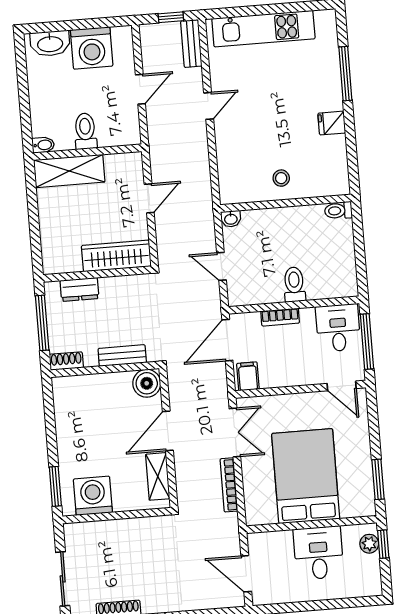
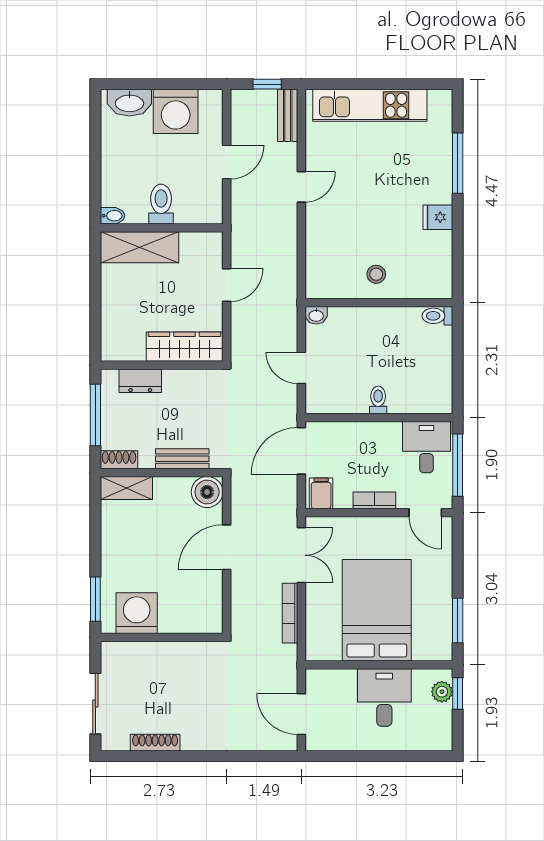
toilet: (294, 284) -> (378, 400), width x0.73, depth x0.72
bookcase: (280, 317) -> (374, 500), moved, turned 180
shelving: (158, 476) -> (126, 488), moved, turned 90

